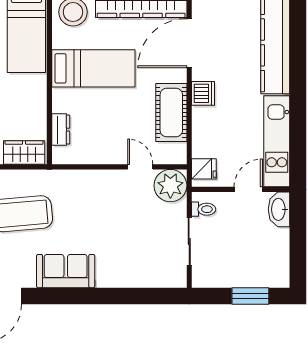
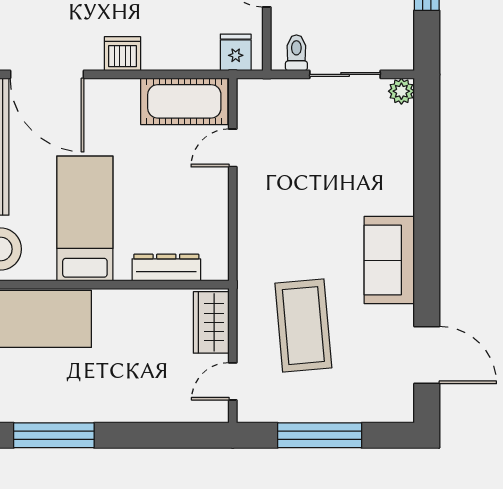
cot: (171, 113) -> (184, 101), moved
dresser: (61, 130) -> (166, 267), width x1.44
plant: (170, 186) -> (401, 91), moved, width x0.53, depth x0.53

